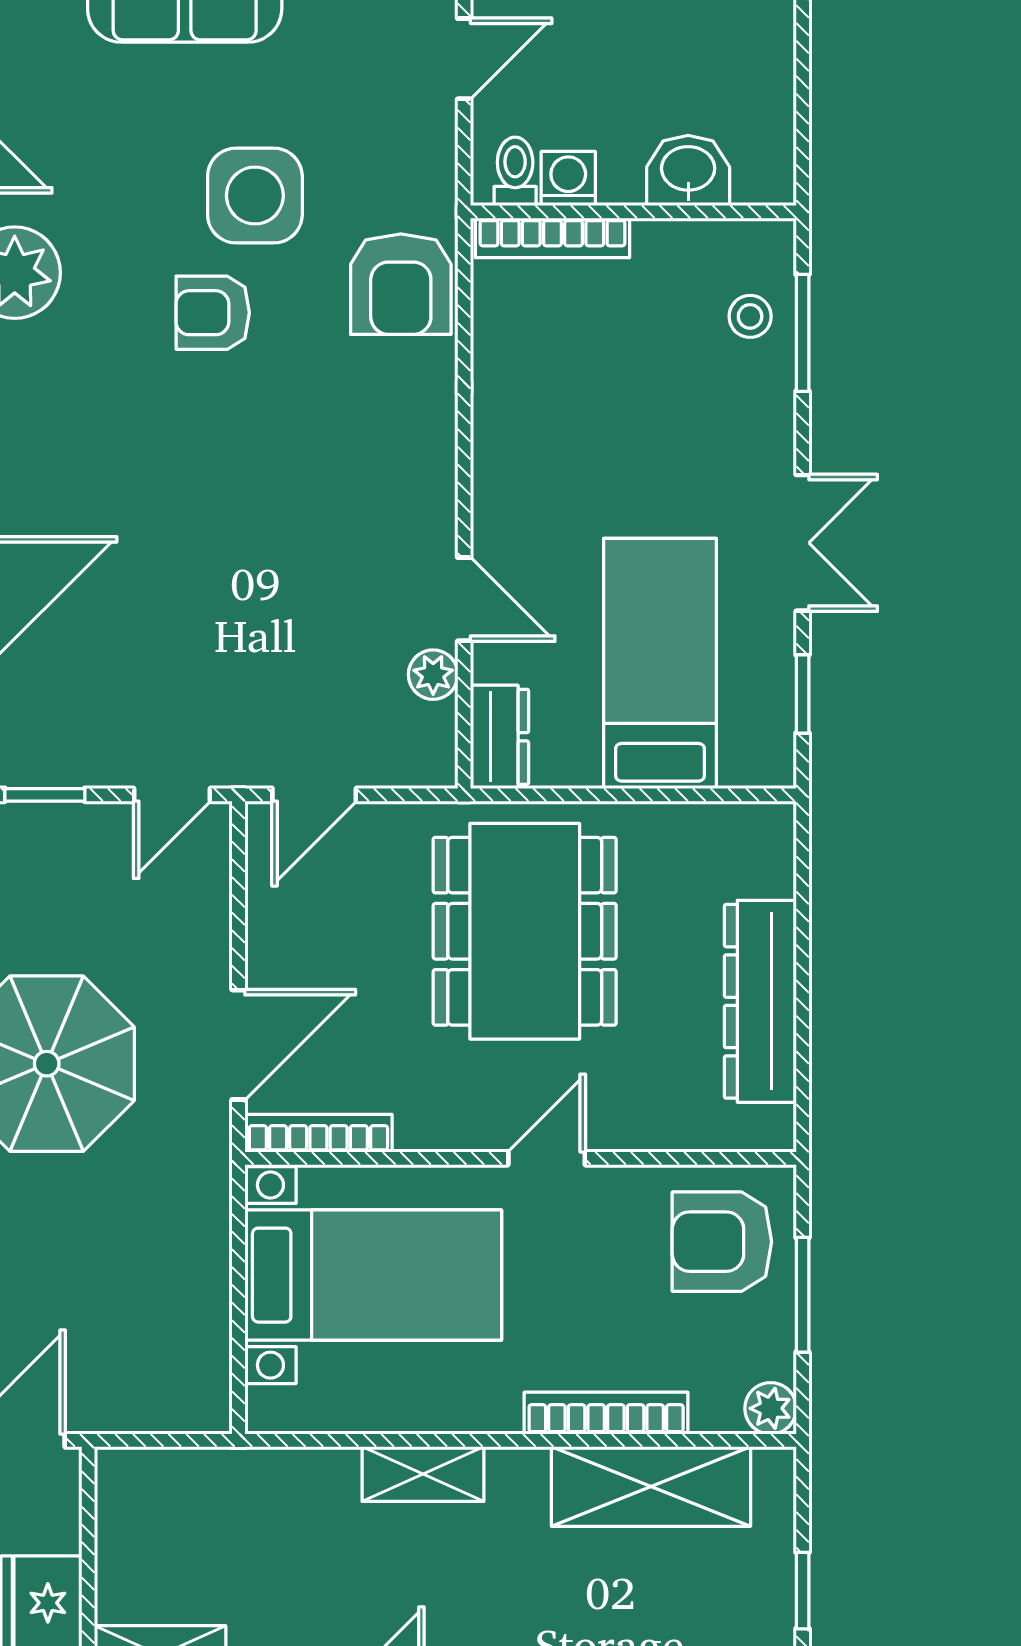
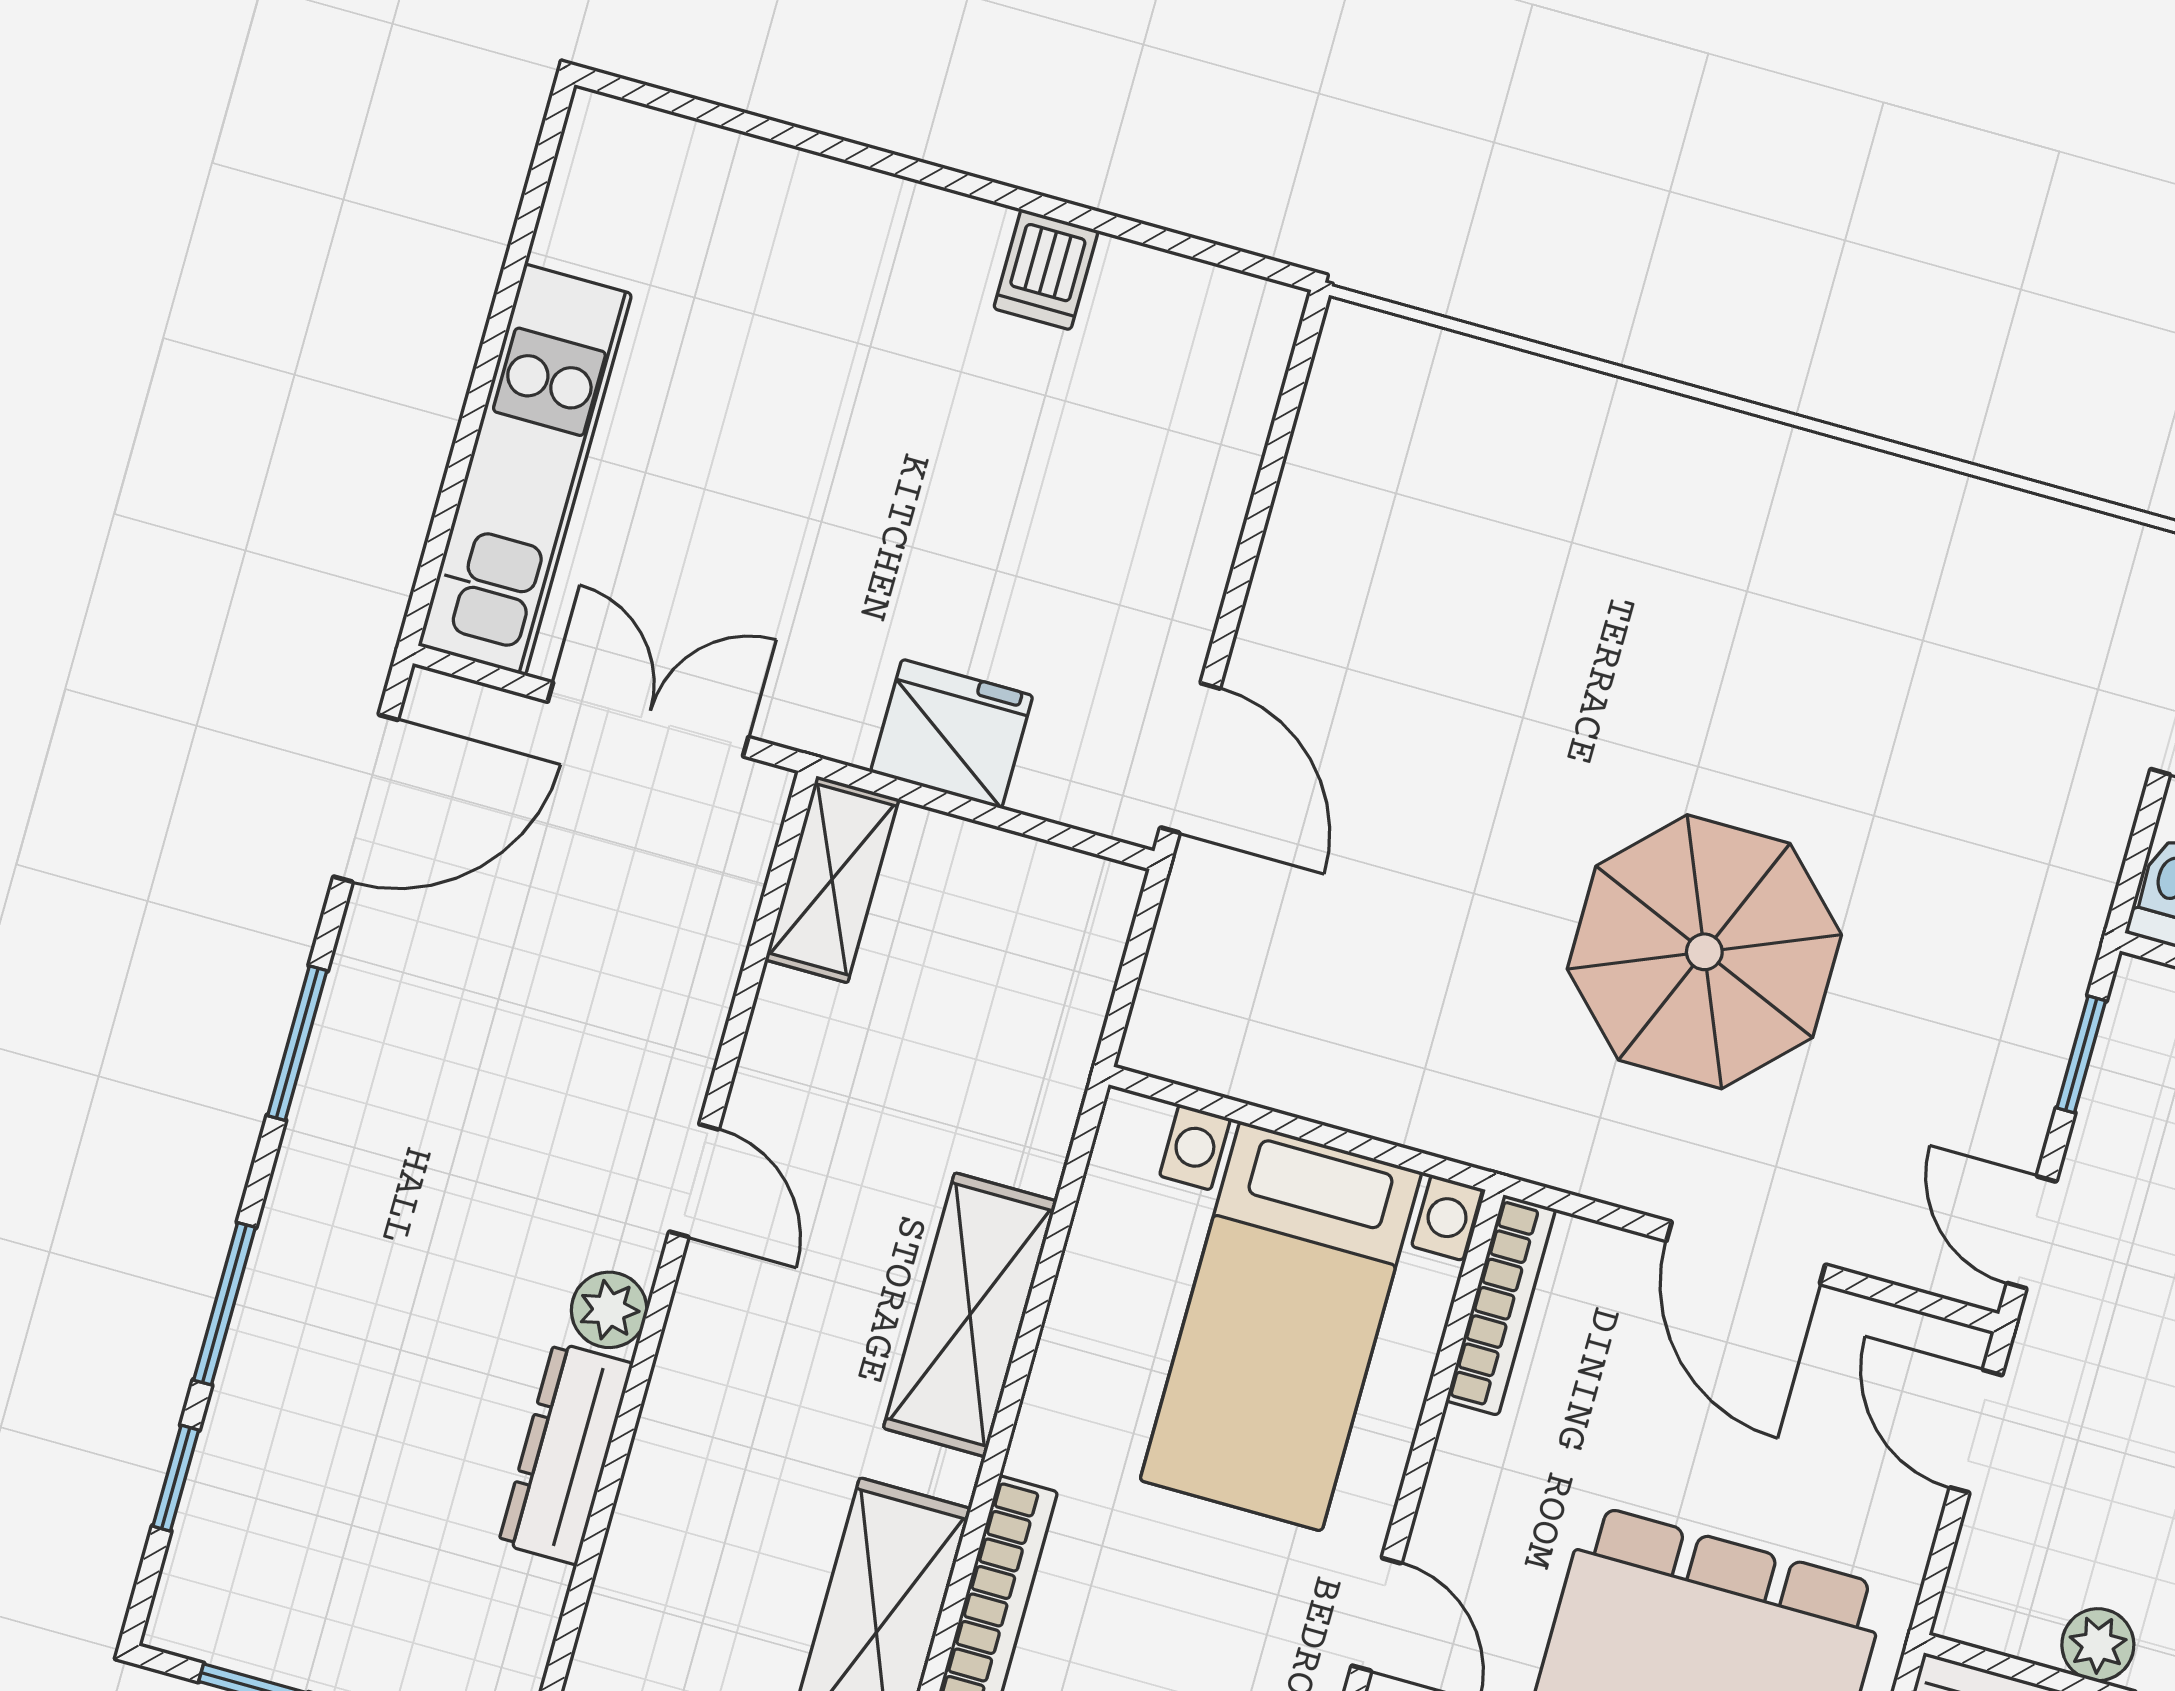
door: (238, 1045) -> (1746, 1253), moved
shelving: (423, 1474) -> (970, 1315), width x1.50, depth x1.33

